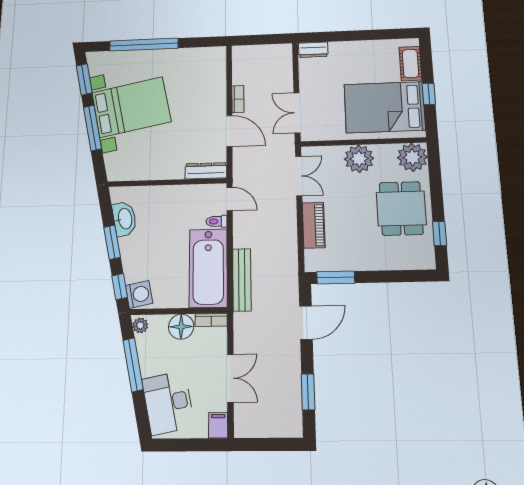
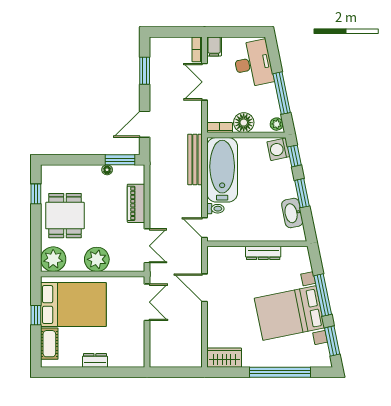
dresser: (313, 50) -> (95, 360), moved
wardrobe: (206, 57) -> (224, 358), added
bookcase: (238, 99) -> (197, 49), moved
dresser: (206, 171) -> (263, 253), moved
double door: (299, 176) -> (147, 246), swing flipped
floor lamp: (351, 265) -> (107, 170), added

